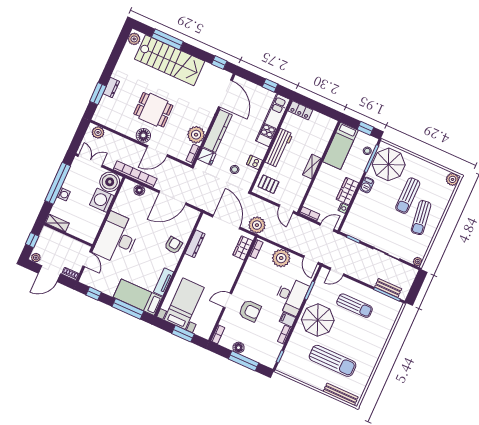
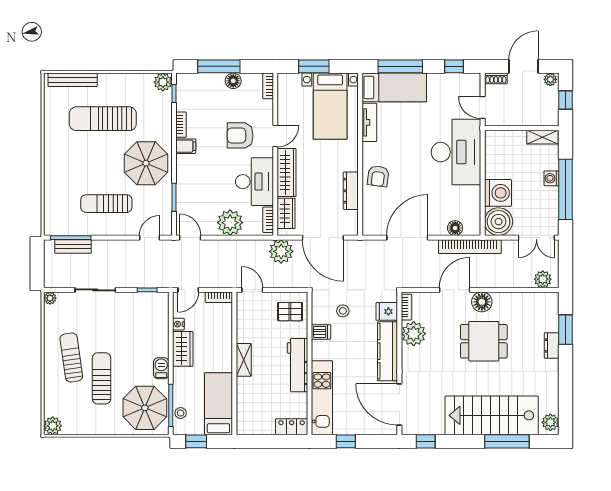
wardrobe: (231, 274) -> (287, 173), added
desk: (291, 296) -> (254, 182), moved, turned 180
plant: (284, 367) -> (163, 82), added

